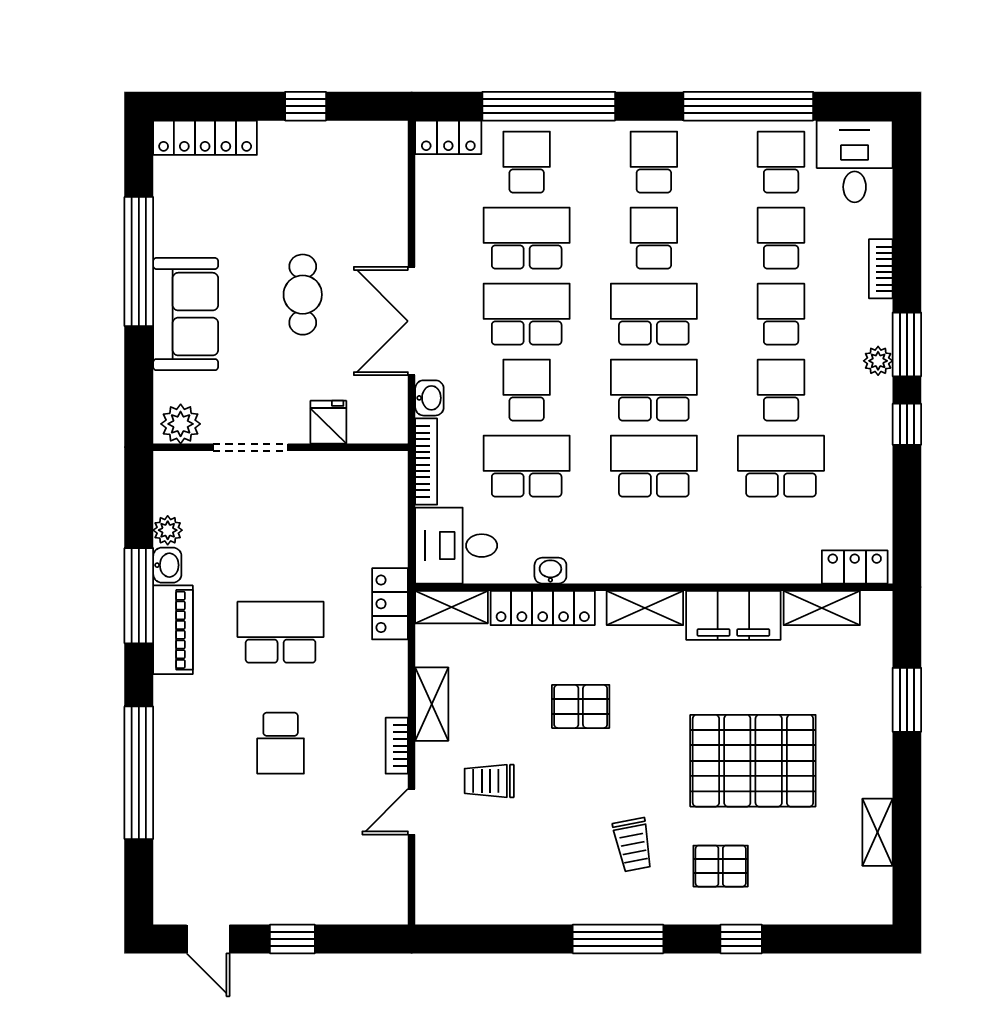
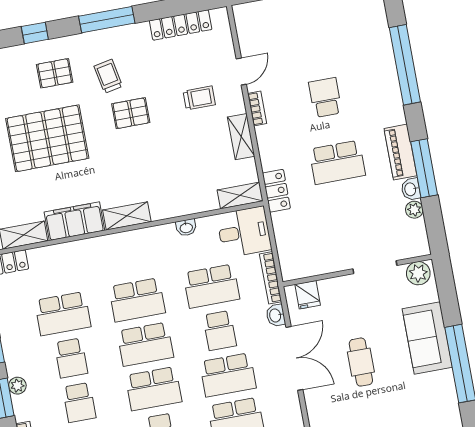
fridge: (328, 422) -> (308, 295), moved
locker: (543, 608) -> (181, 25), moved, turned 180
pallet: (581, 706) -> (131, 113), moved

